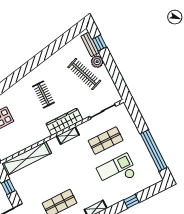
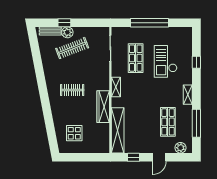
window: (99, 43) -> (64, 23), moved
wardrobe: (64, 122) -> (103, 107), moved
window: (154, 151) -> (150, 23), moved

